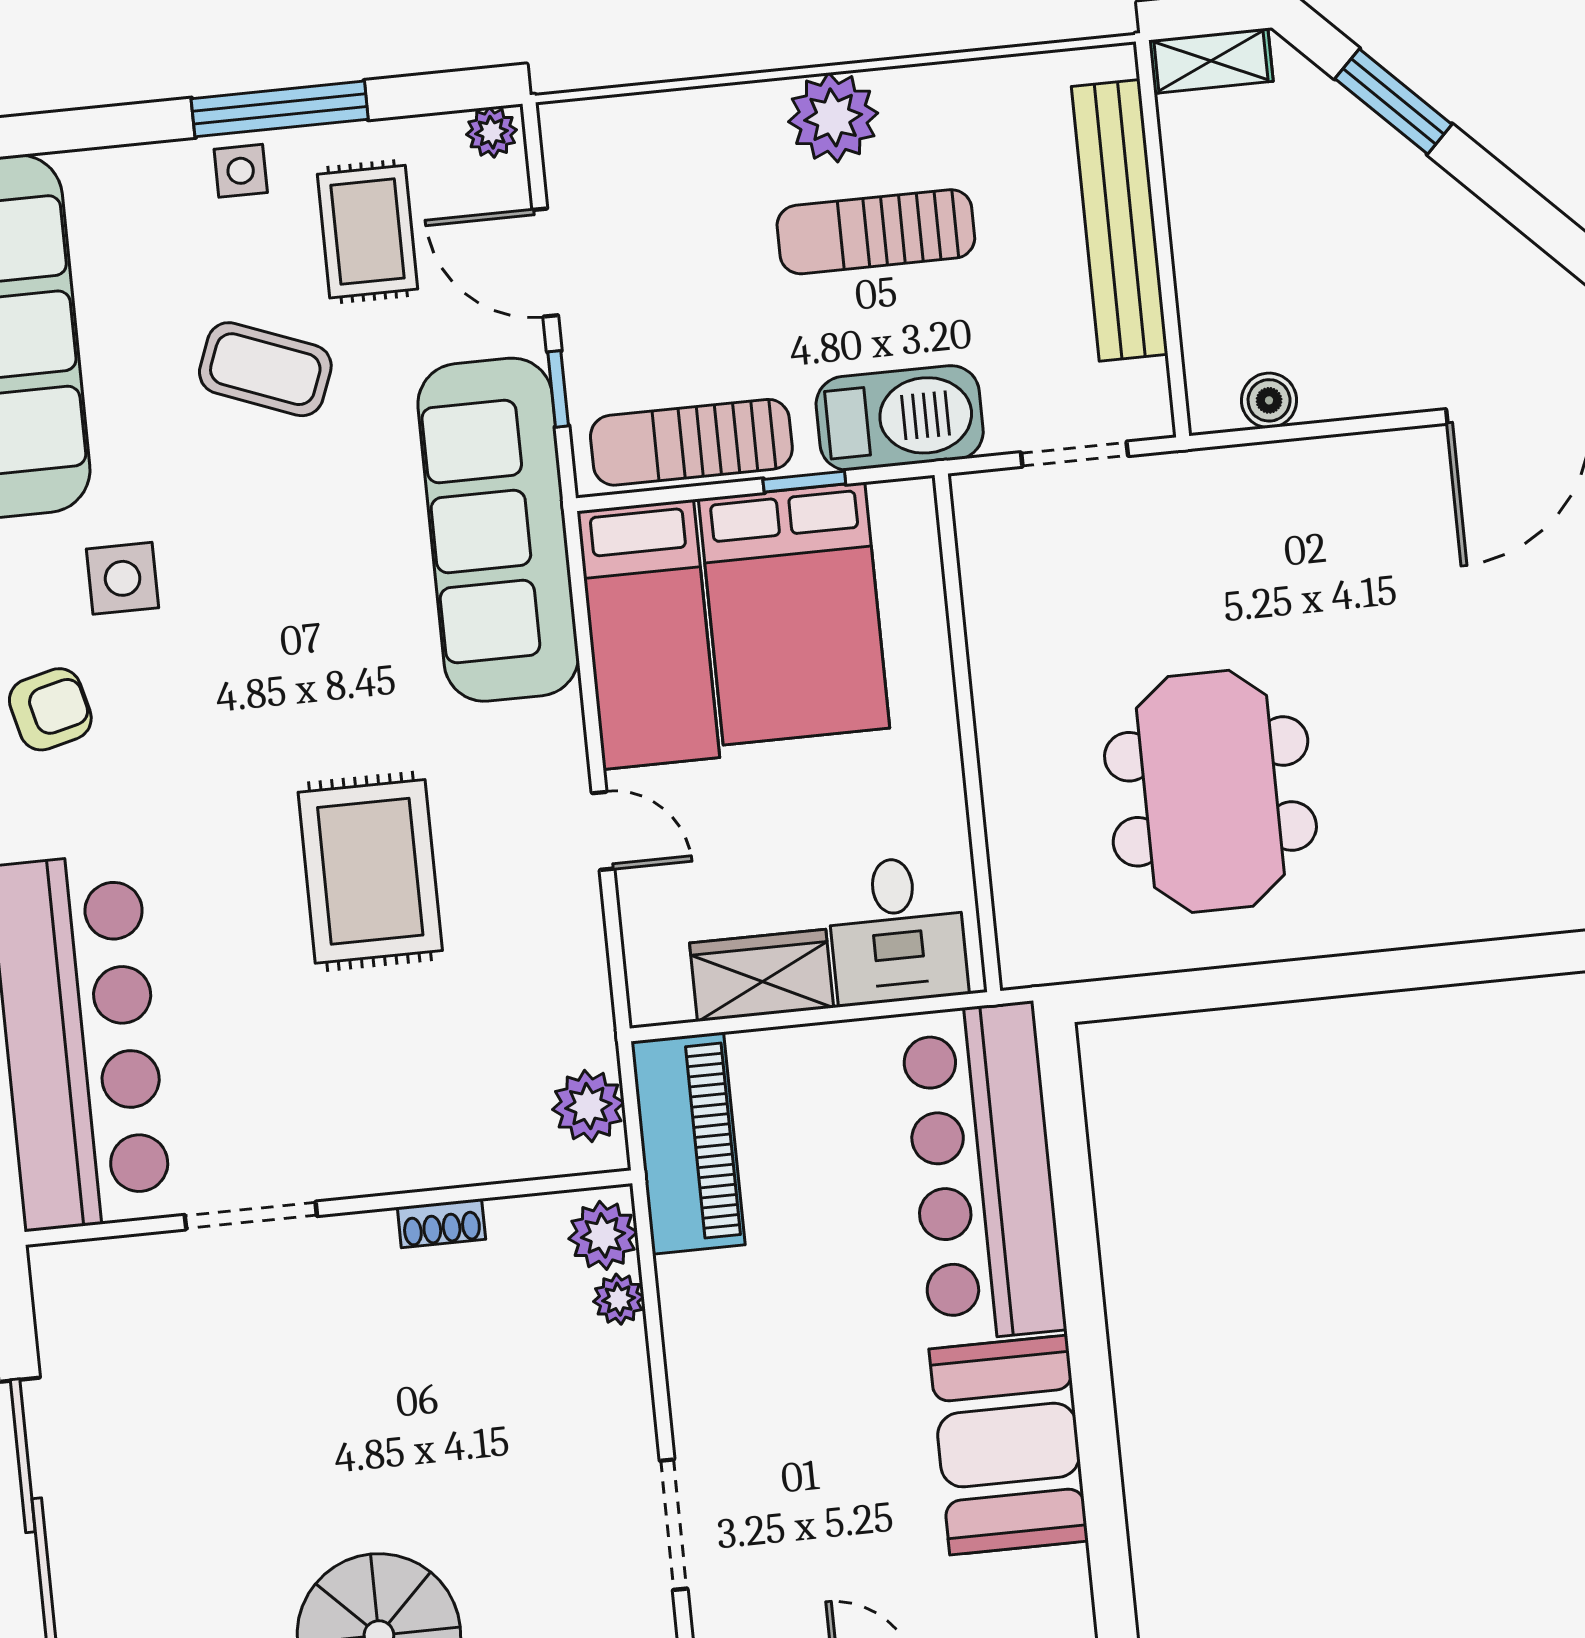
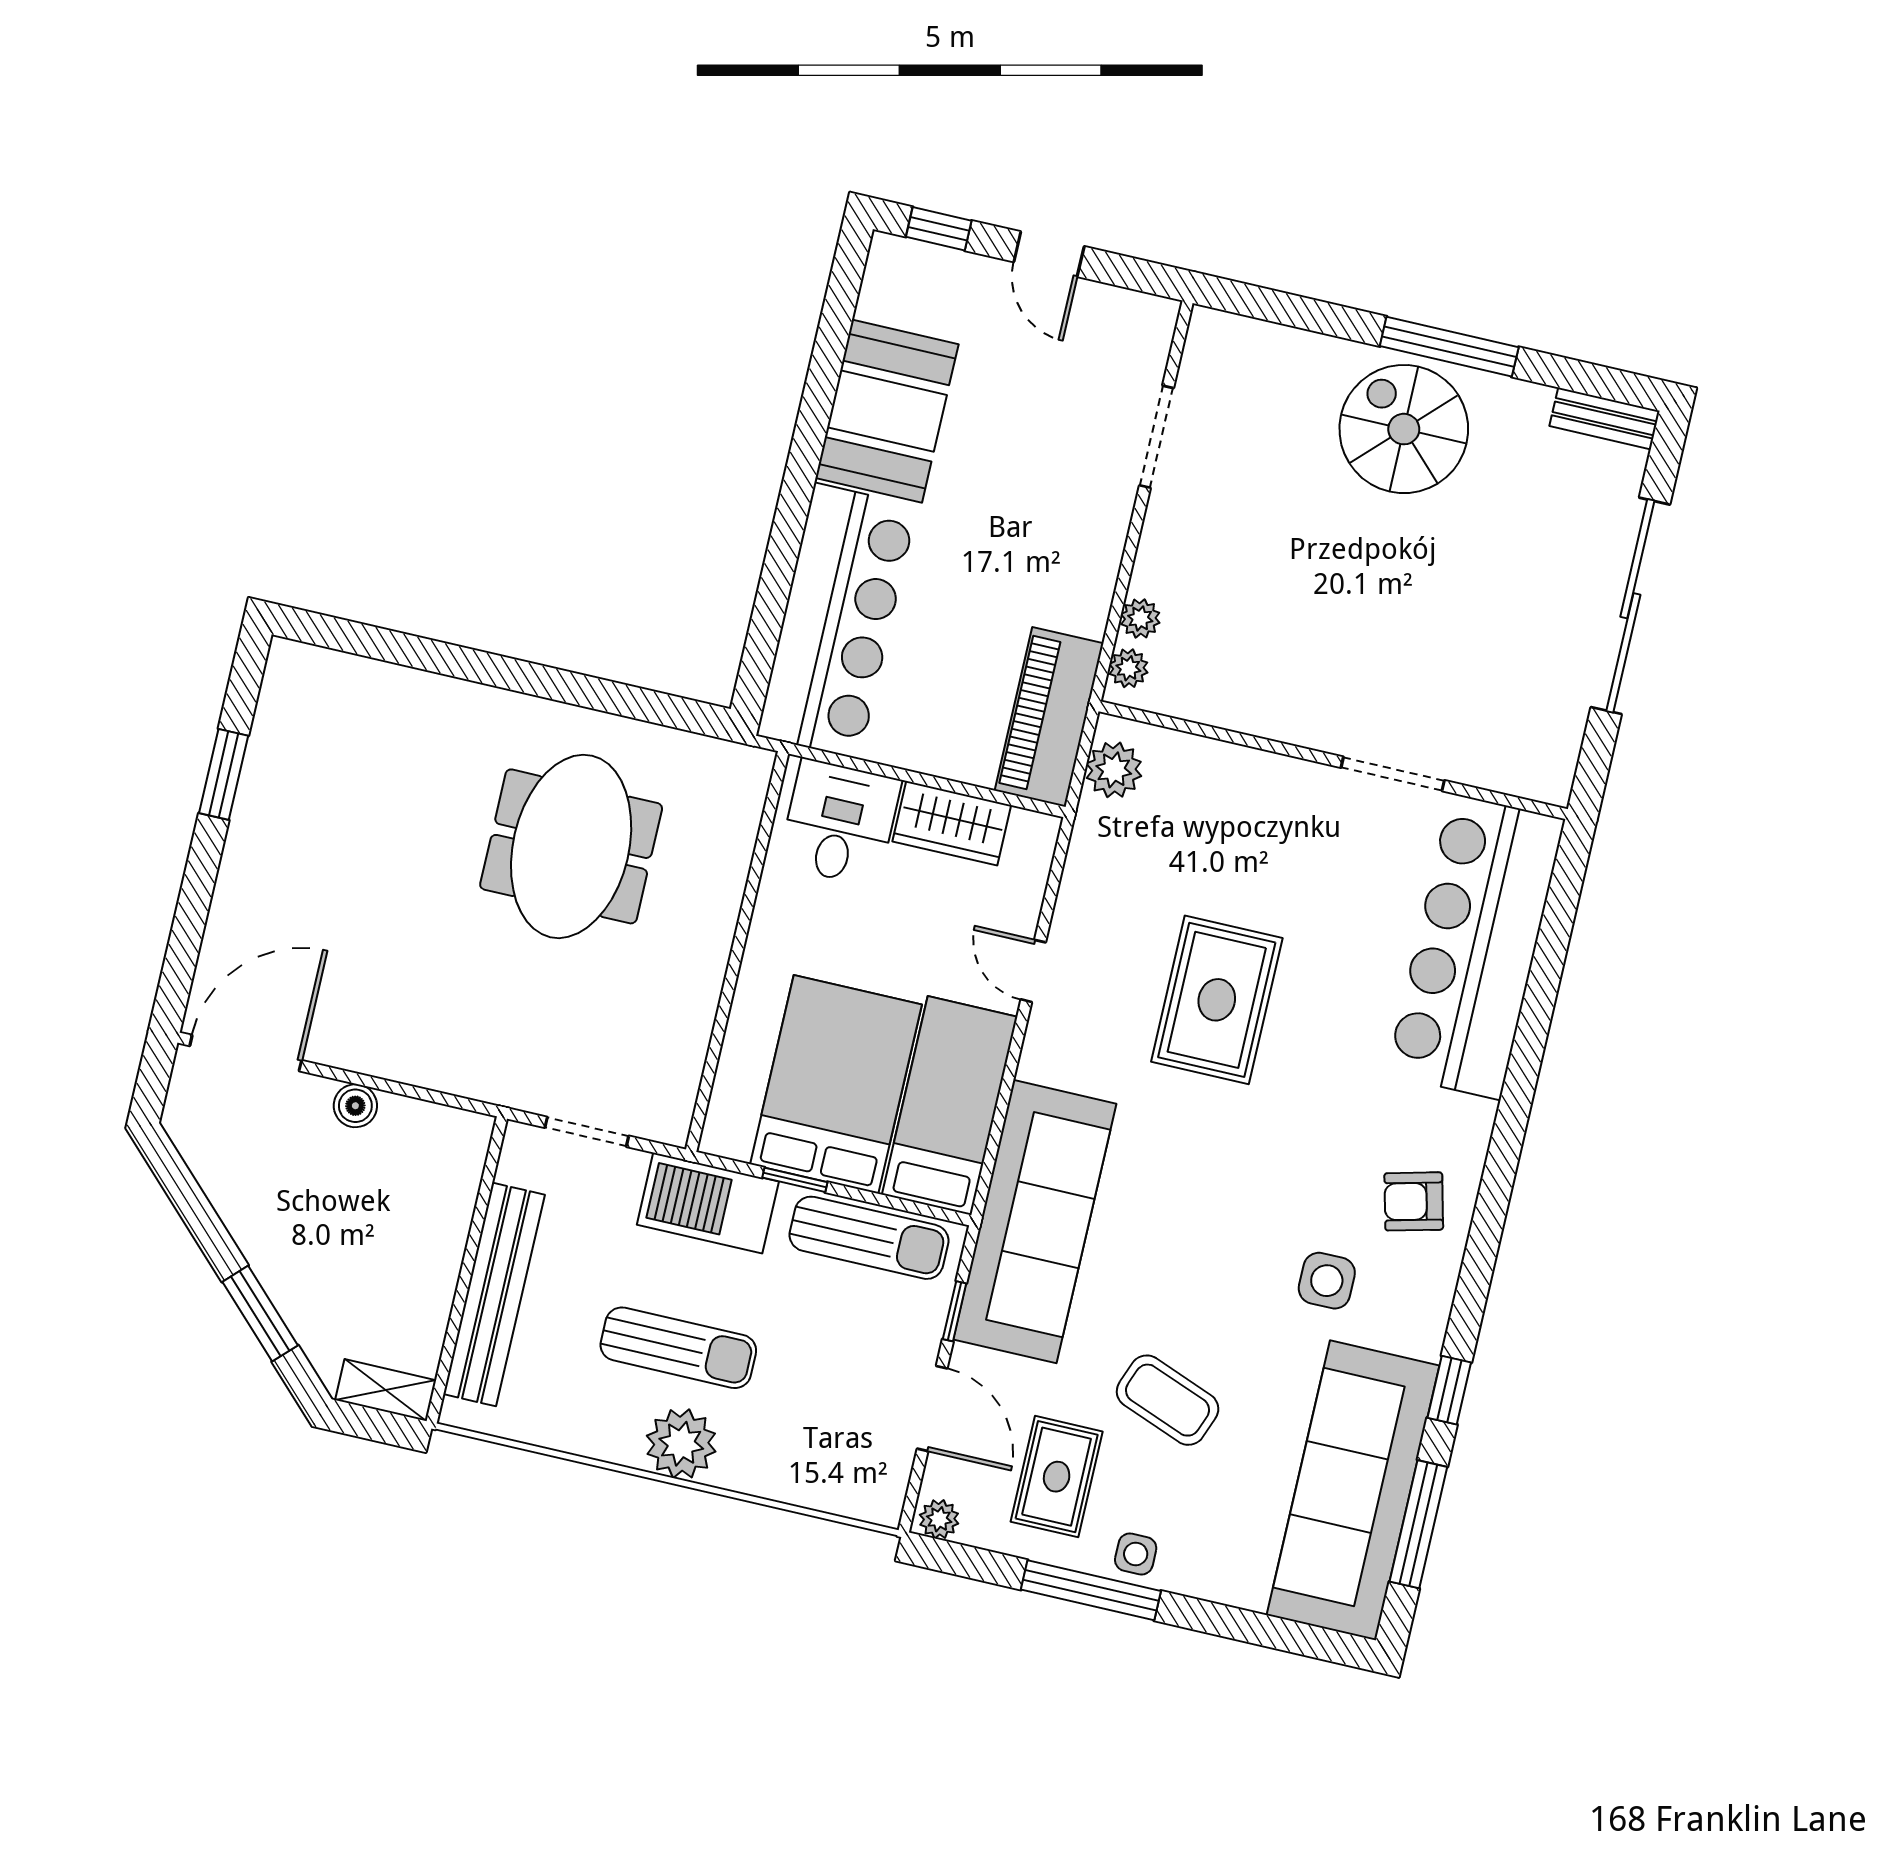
boiler: (1269, 400) -> (355, 1106), moved
shoe rack: (441, 1223) -> (1253, 720), removed
plant: (603, 1235) -> (1128, 668), width x0.73, depth x0.73

